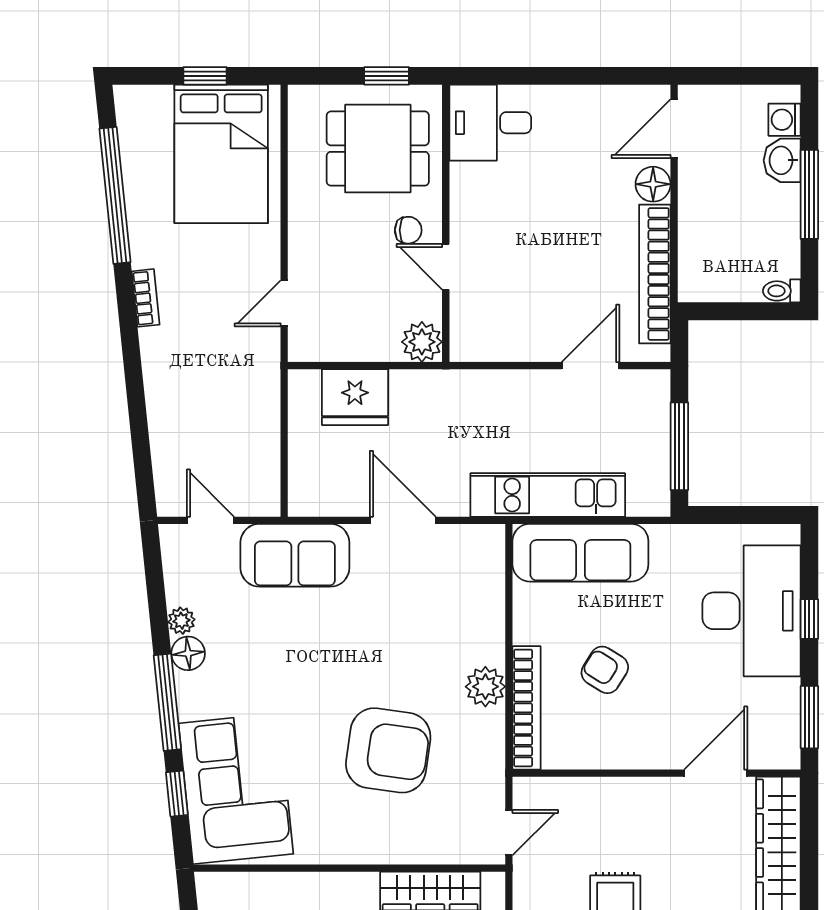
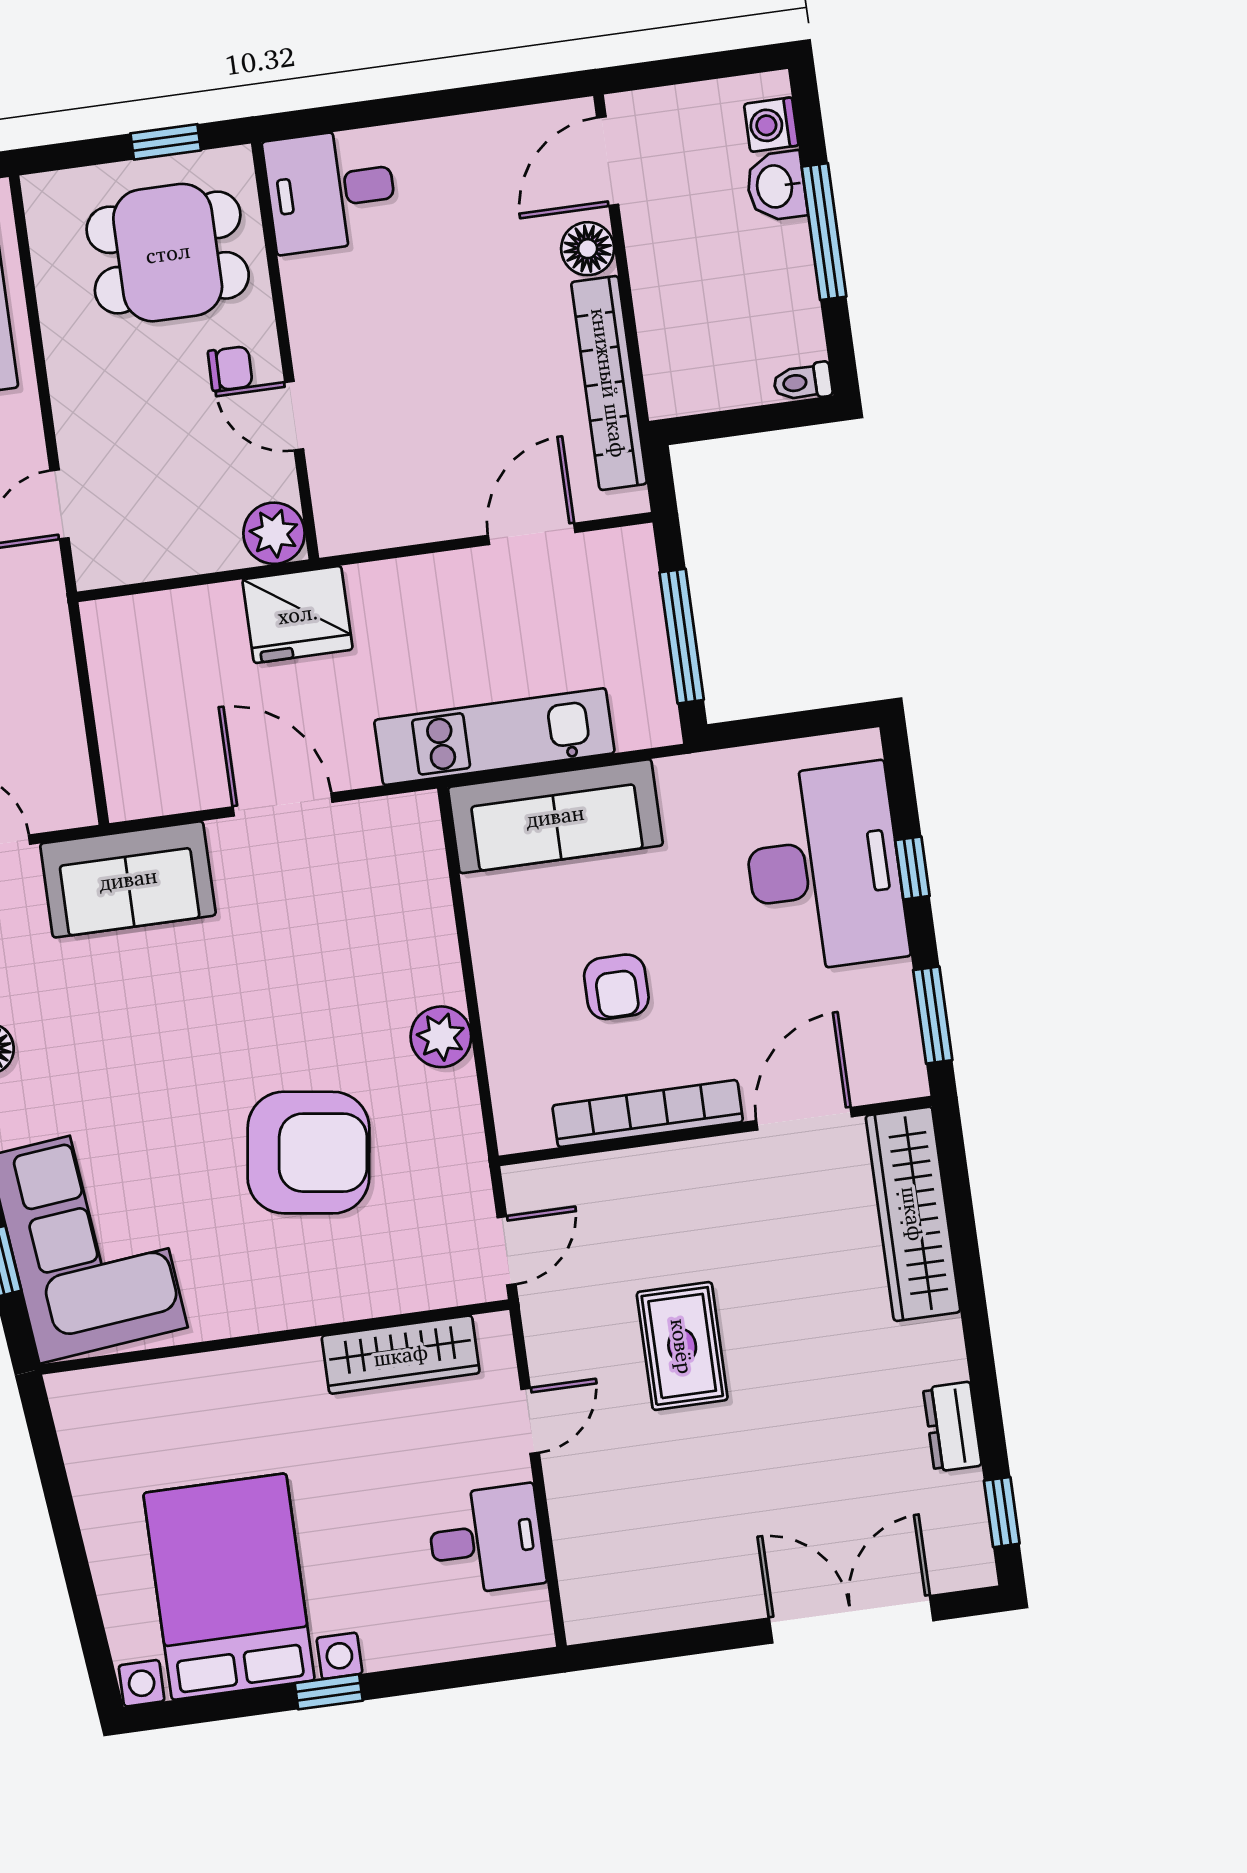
fridge: (355, 397) -> (298, 614), moved
armchair: (605, 670) -> (616, 987), turned -122
bookcase: (527, 708) -> (648, 1114), moved, turned -90

